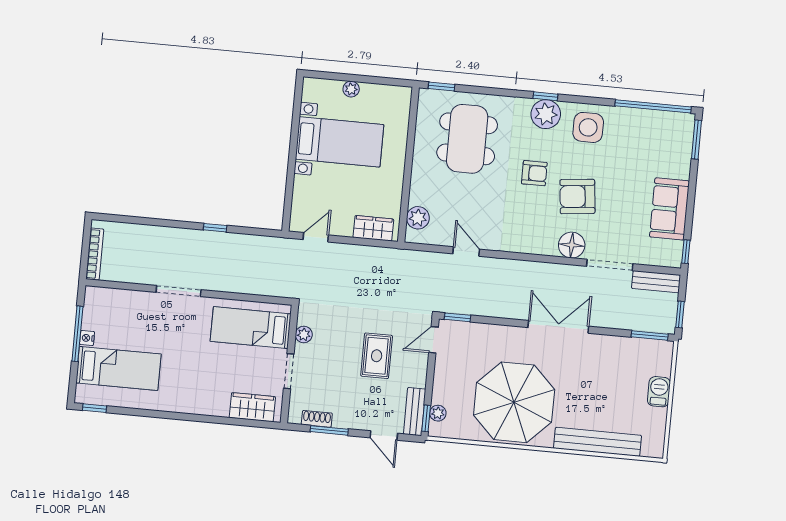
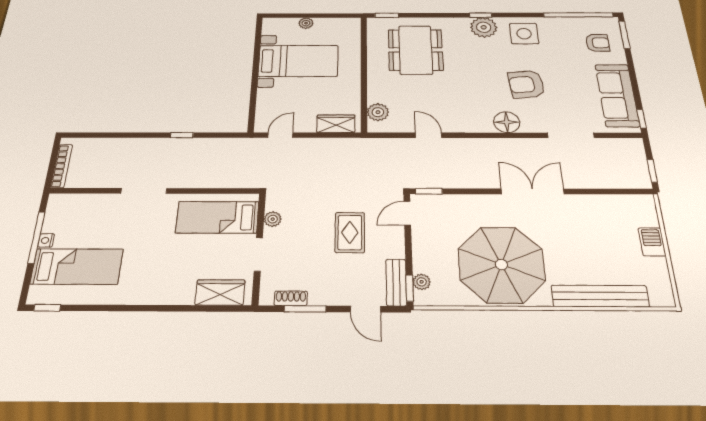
armchair: (534, 173) -> (597, 43), moved
sofa: (669, 209) -> (617, 95), width x1.36
floor lamp: (572, 245) -> (507, 122), moved
bench: (656, 282) -> (620, 145), removed
window: (650, 336) -> (627, 192), removed

